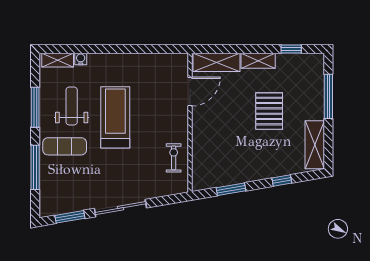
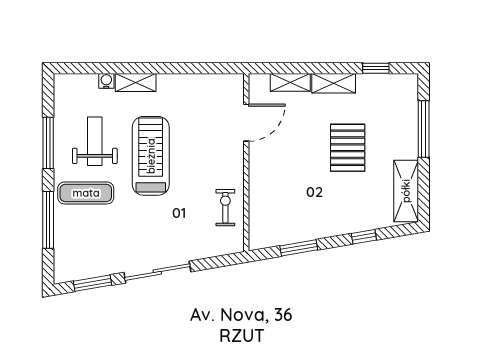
shelving: (58, 60) -> (136, 82), moved
shelving: (217, 62) -> (290, 82), width x0.67, depth x0.75

